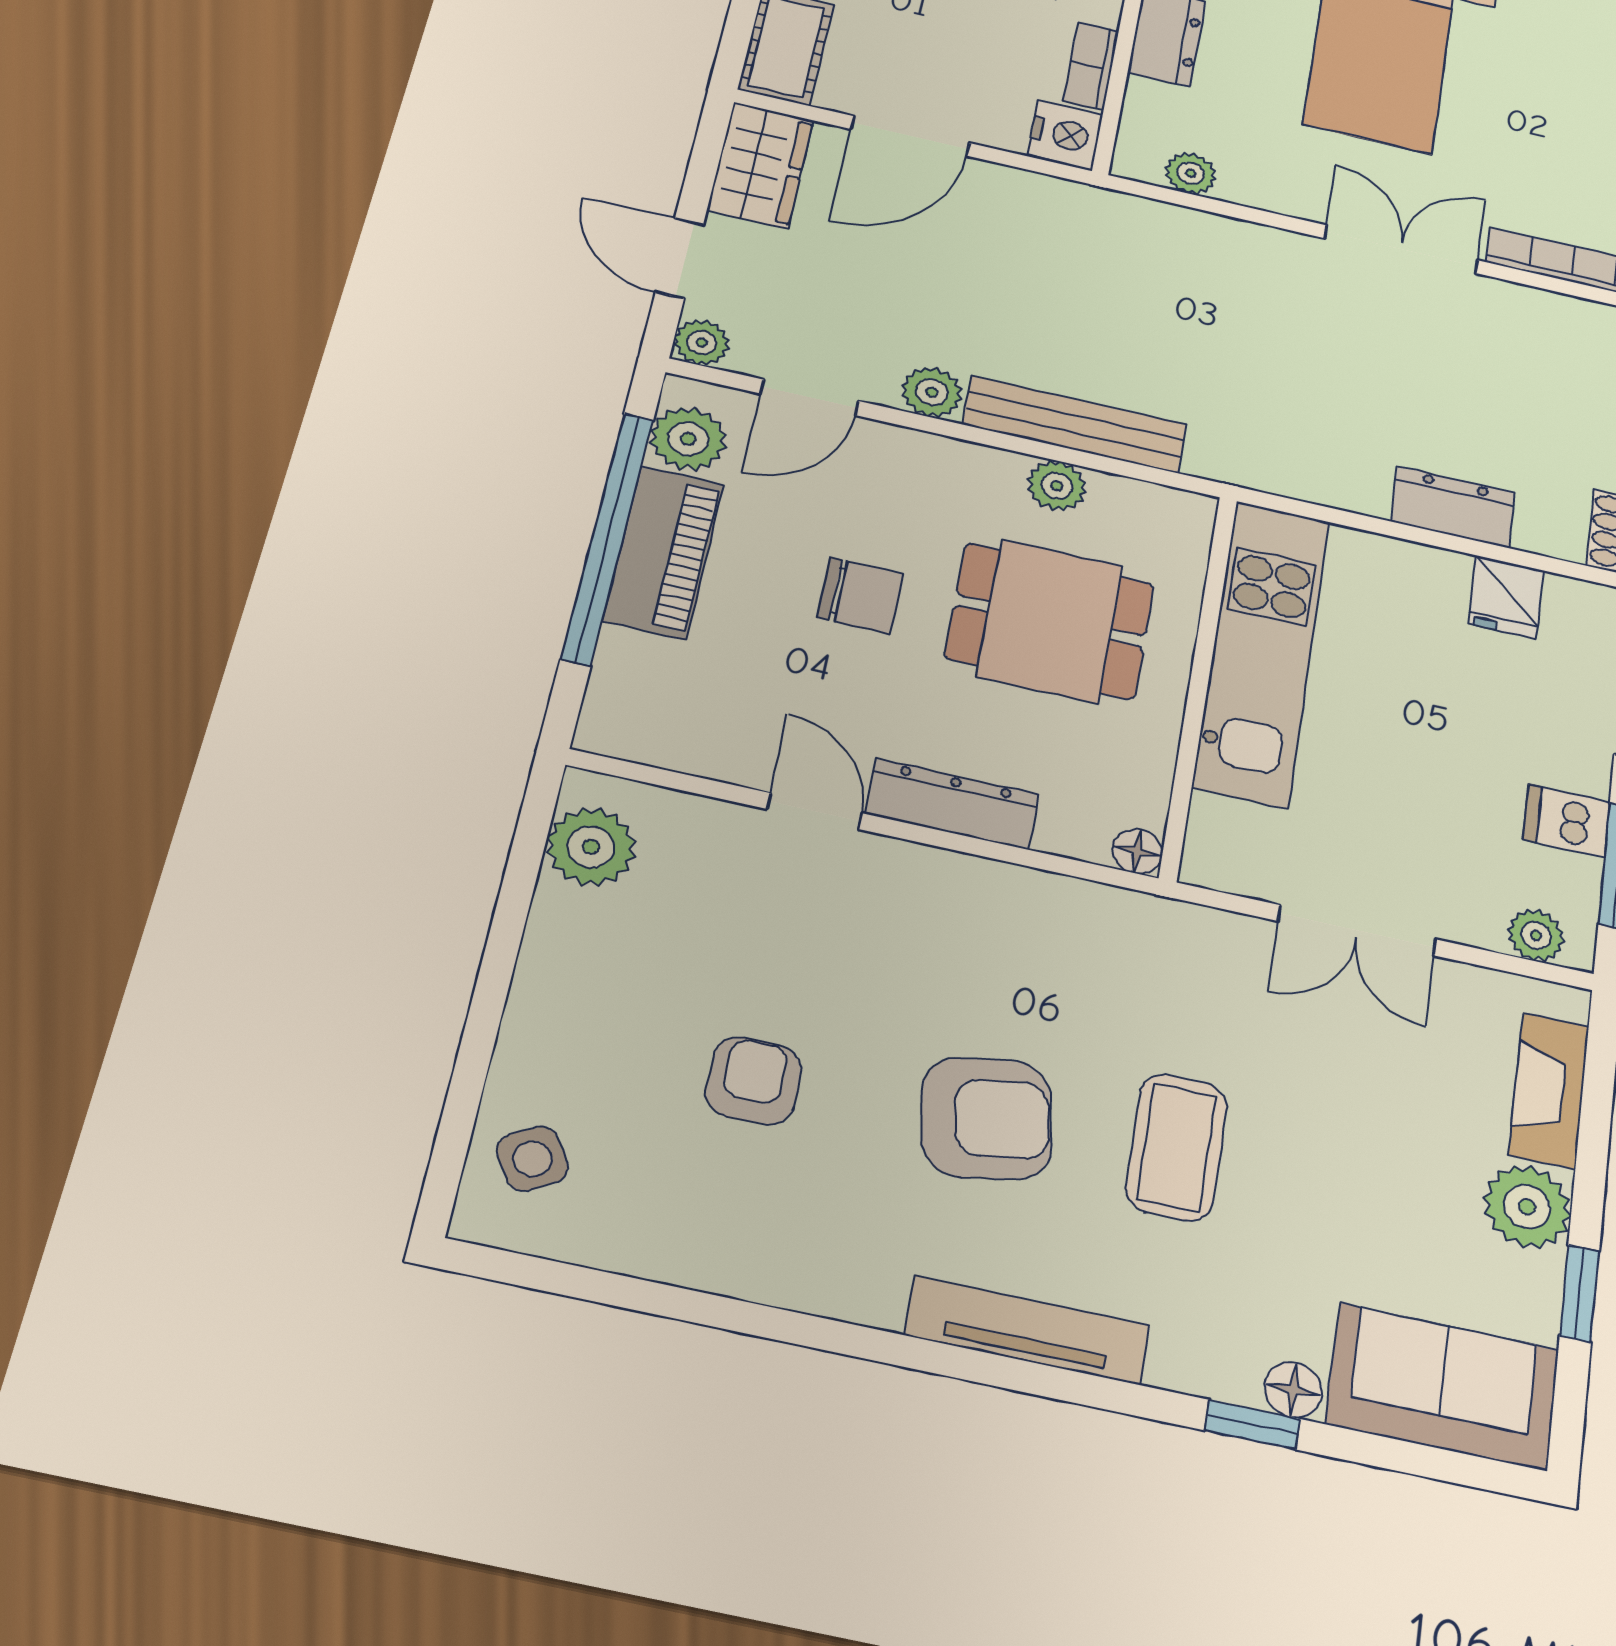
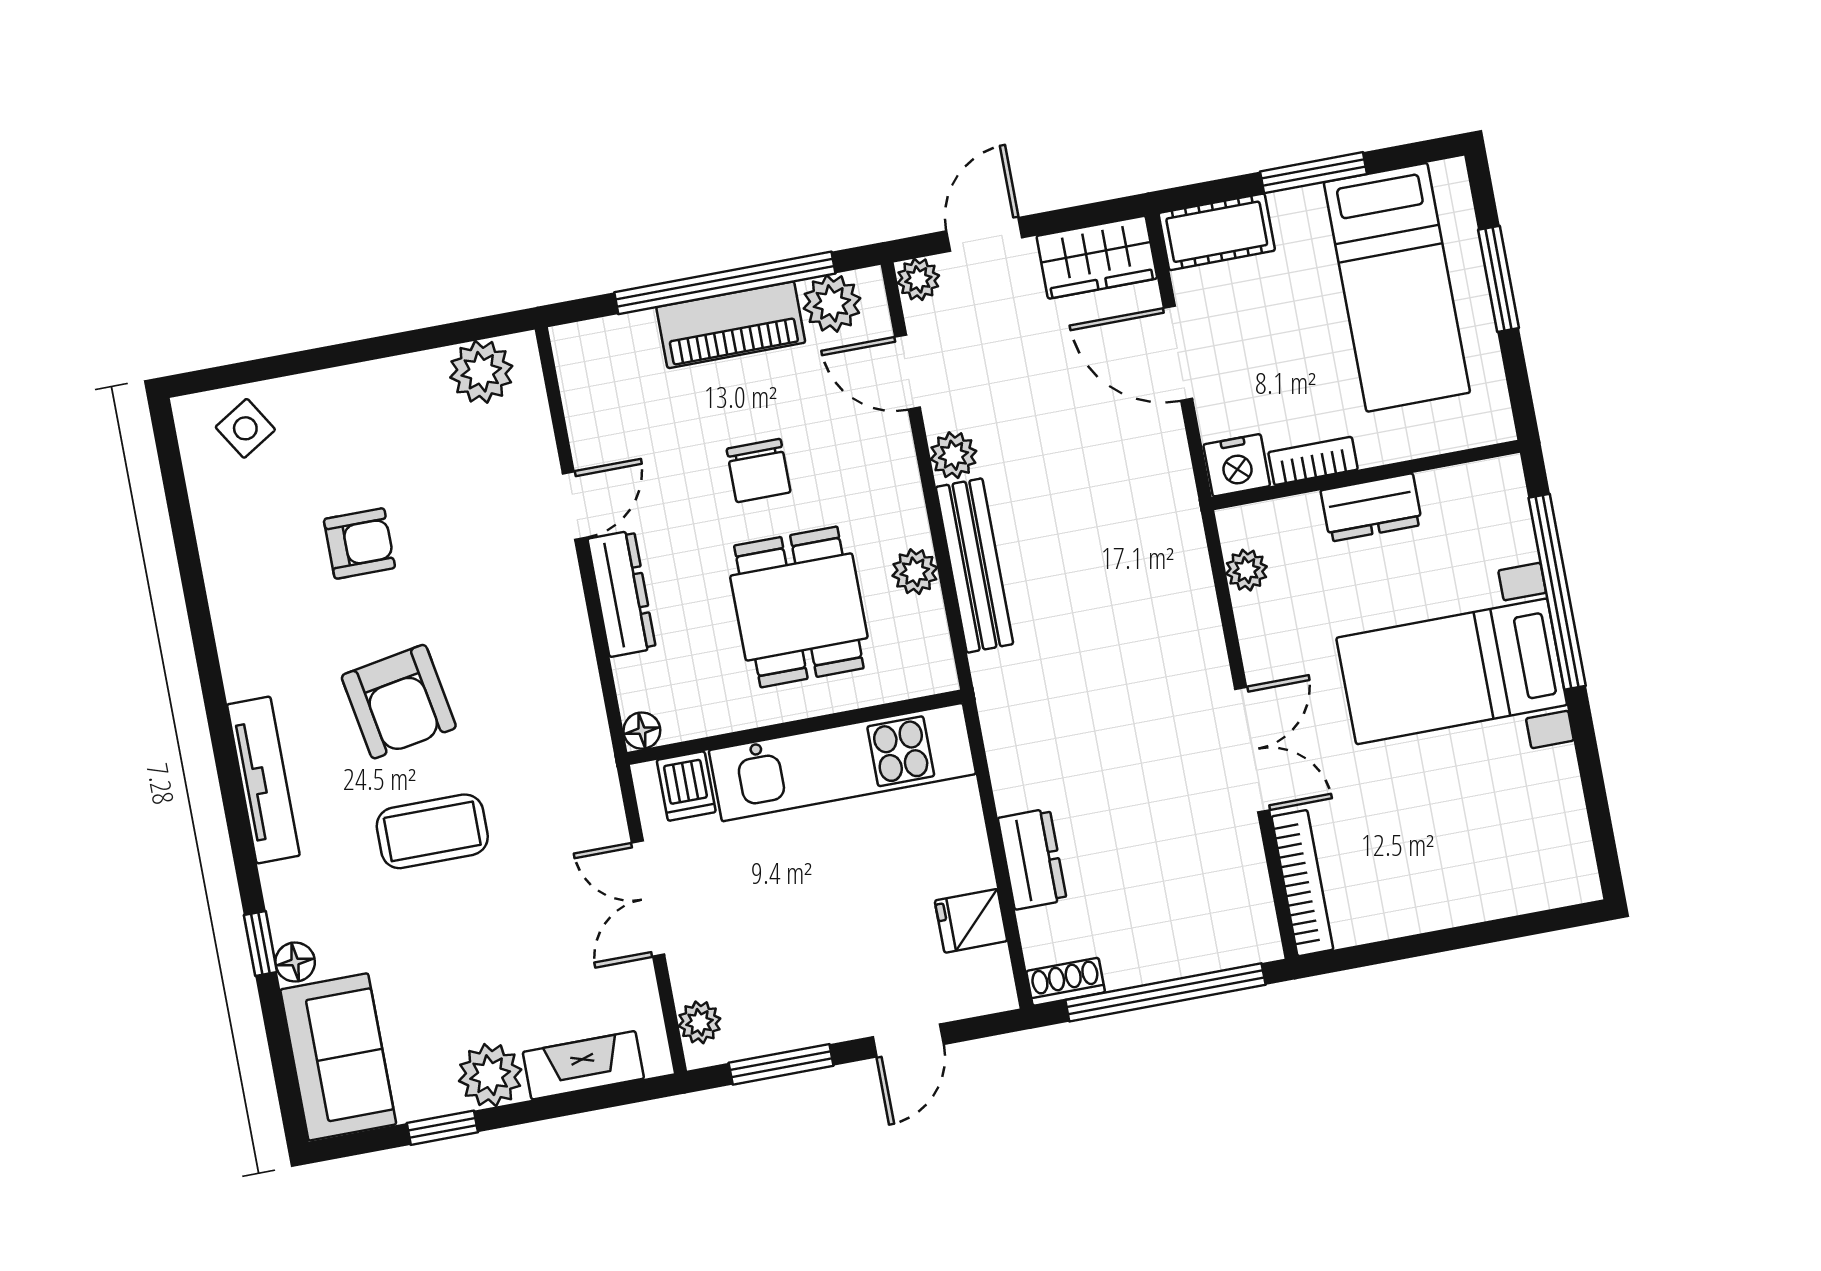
dishwasher: (1567, 821) -> (686, 786), moved, turned 180

